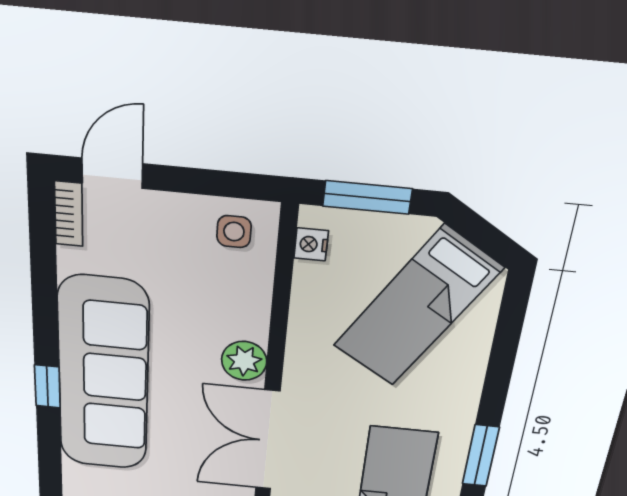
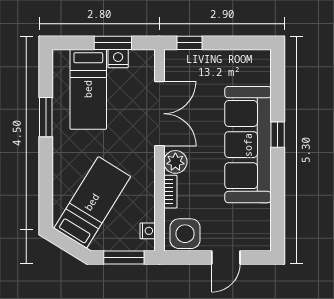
door: (112, 173) -> (226, 258), moved
bookcase: (69, 214) -> (170, 192), moved, turned 180
side table: (234, 232) -> (185, 234), width x1.87, depth x1.87

